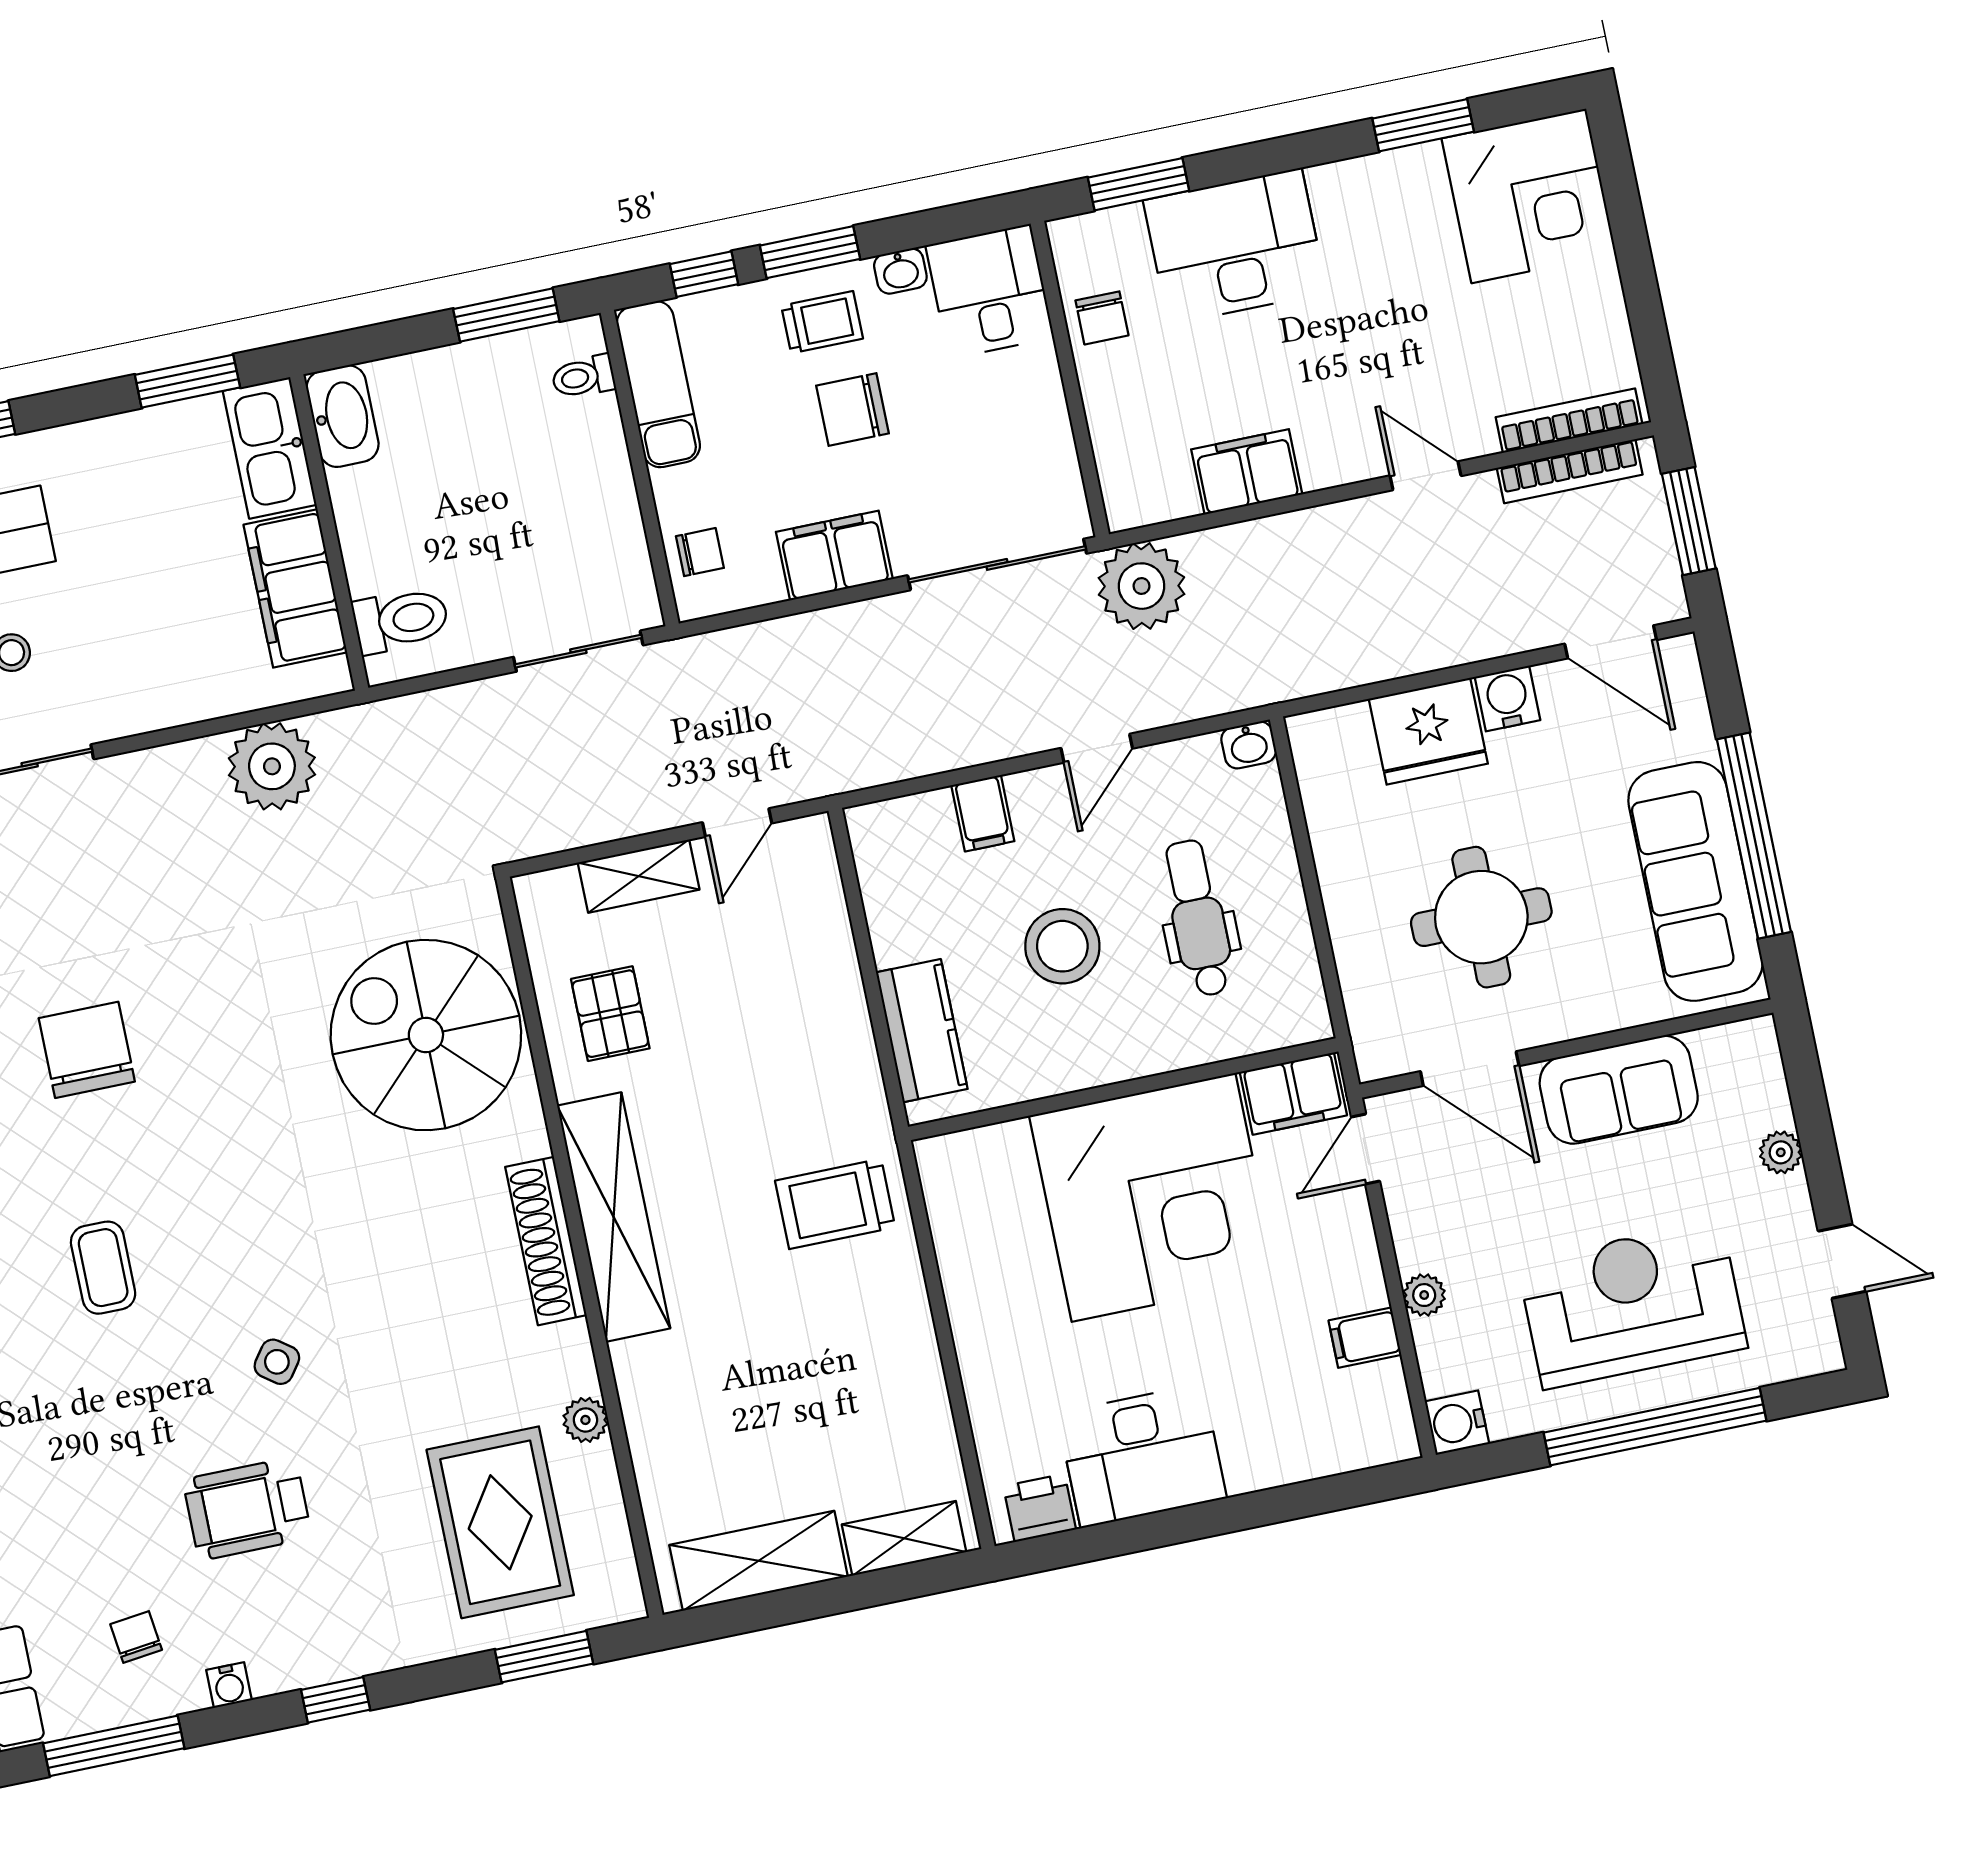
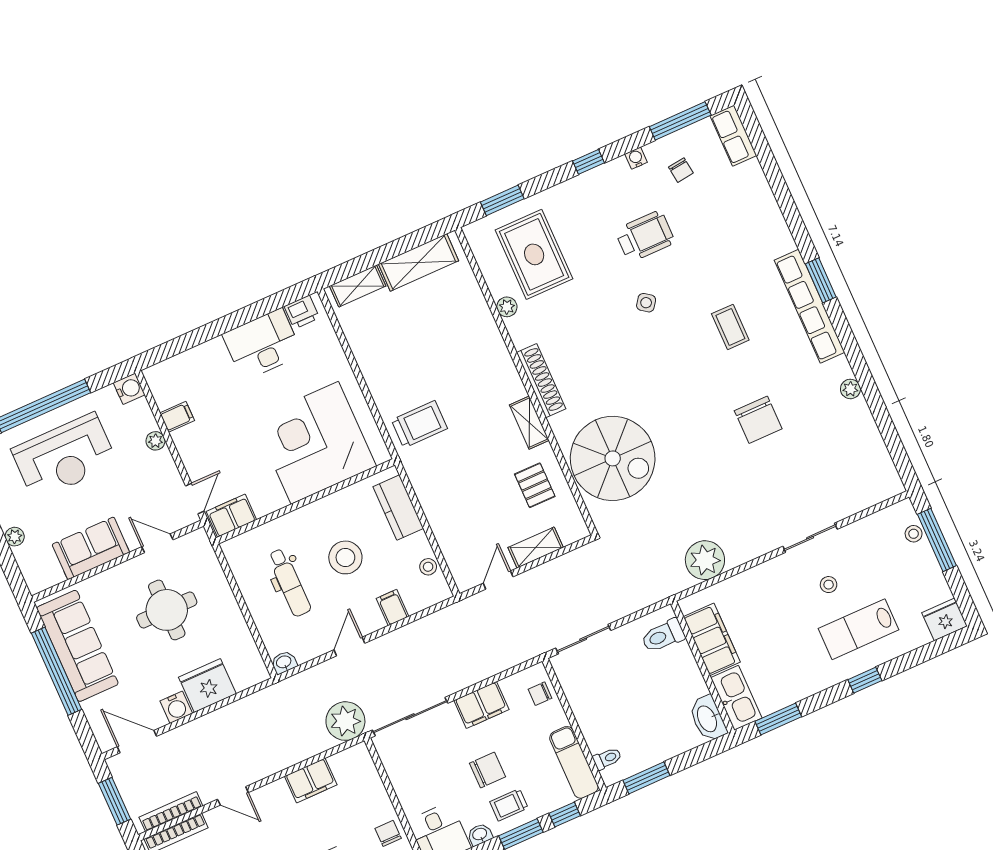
stool: (885, 886) -> (428, 567), added
door: (1470, 1069) -> (157, 543), width x0.73
corner desk: (1153, 1197) -> (315, 443), moved
shelving: (614, 1217) -> (529, 423), width x0.45, depth x0.75

